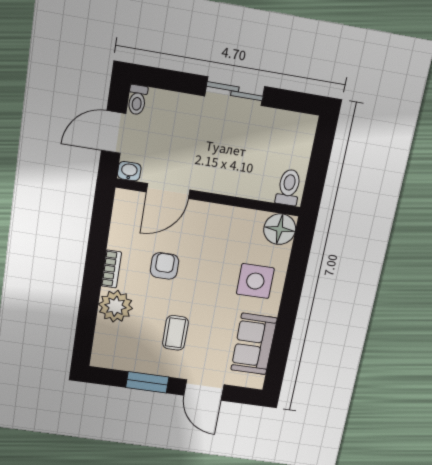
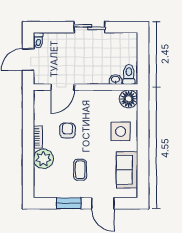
washbasin: (129, 171) -> (115, 79), moved

